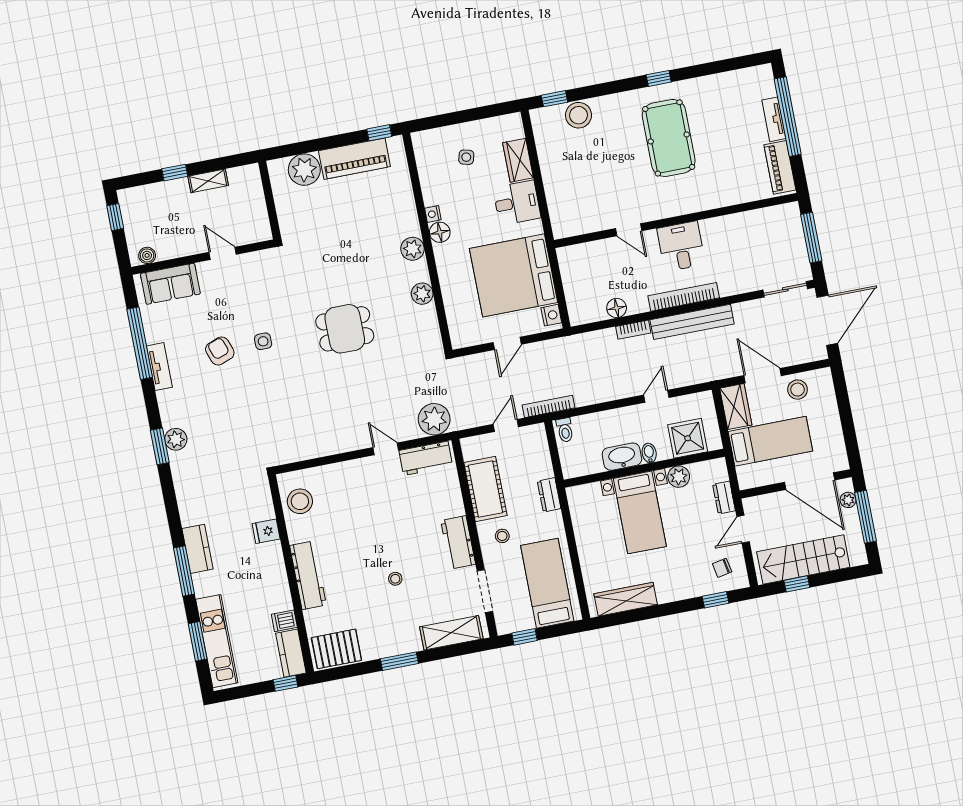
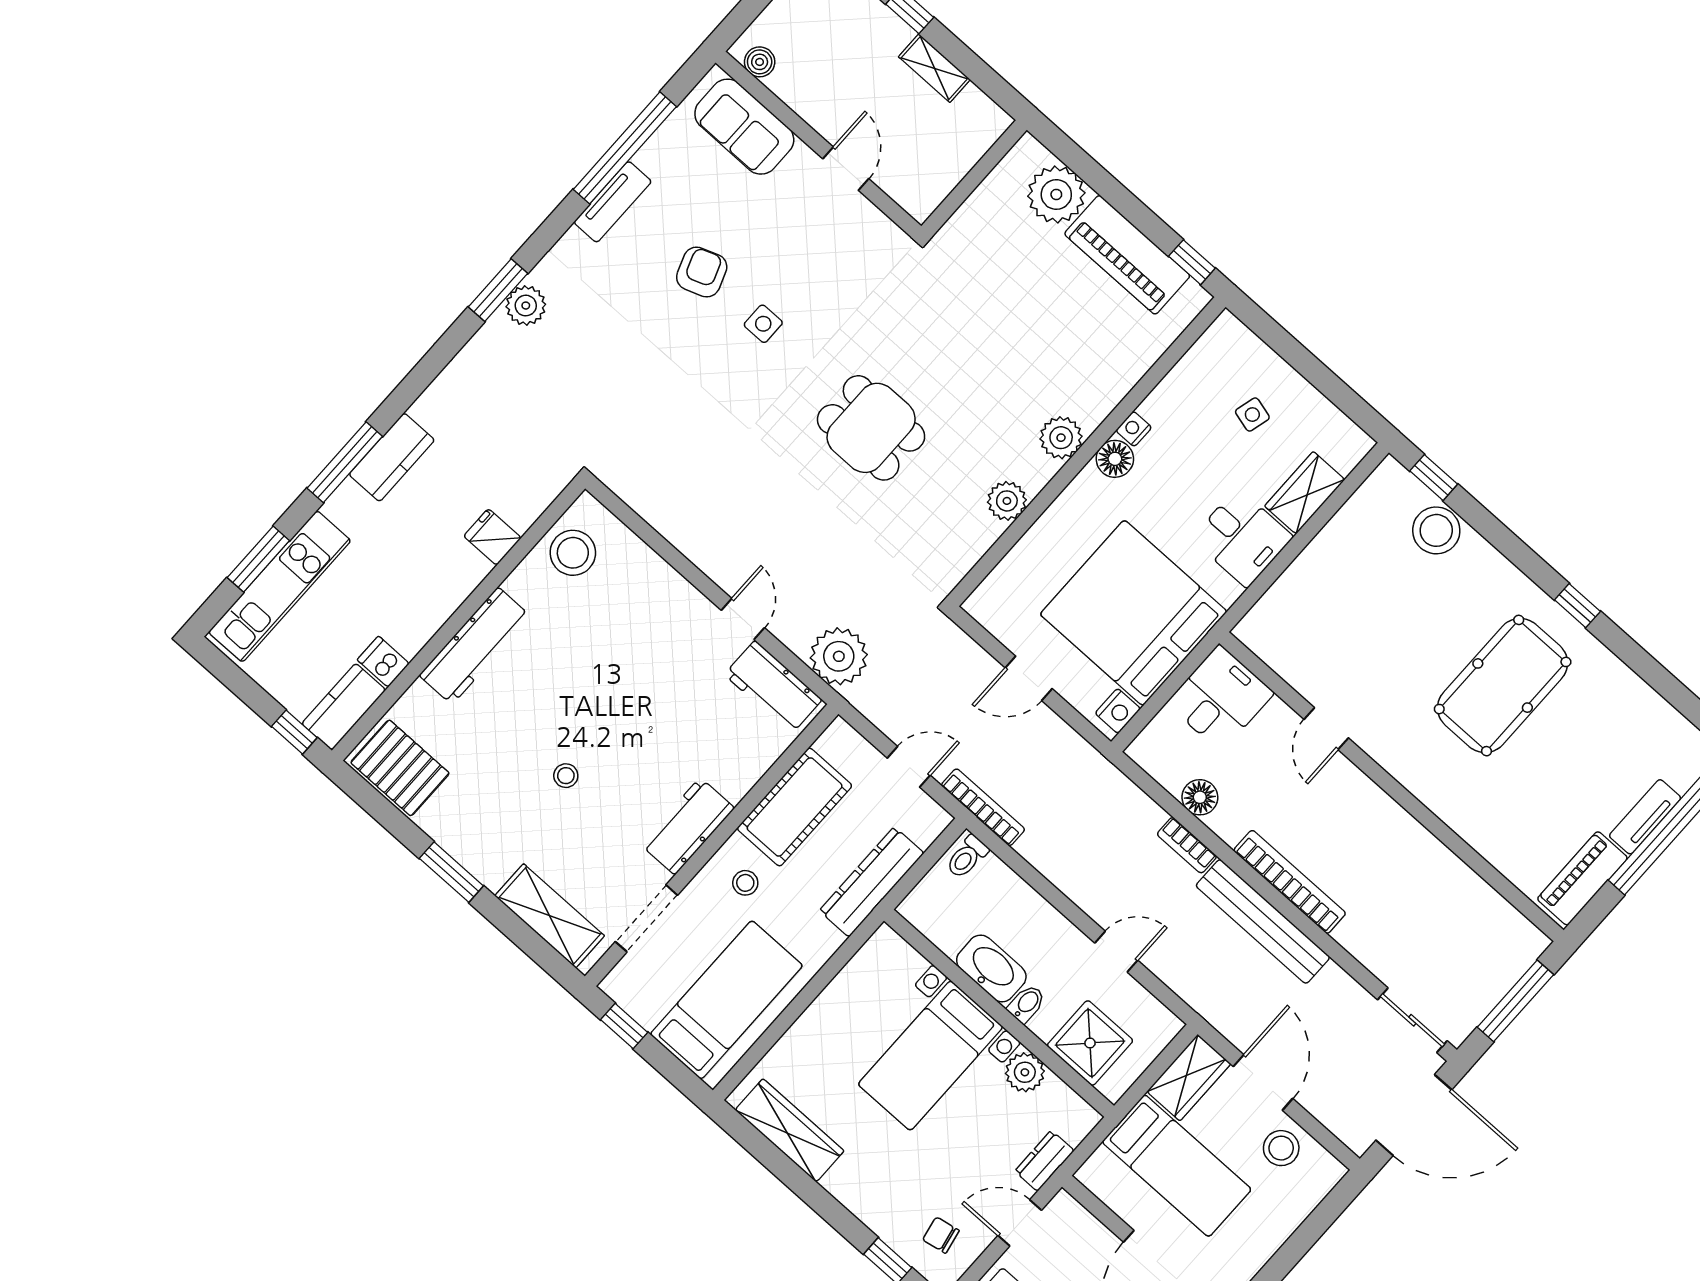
desk: (681, 246) -> (1220, 698), moved
dresser: (549, 495) -> (872, 882), width x1.96, depth x1.24

